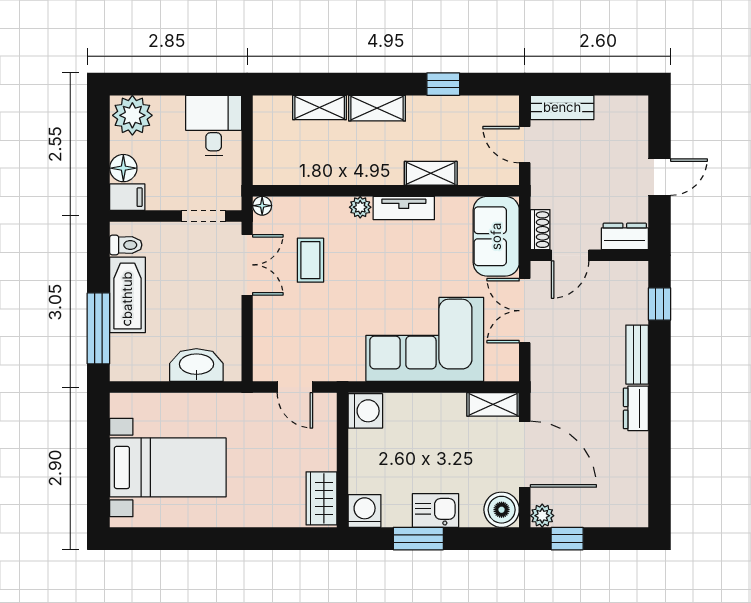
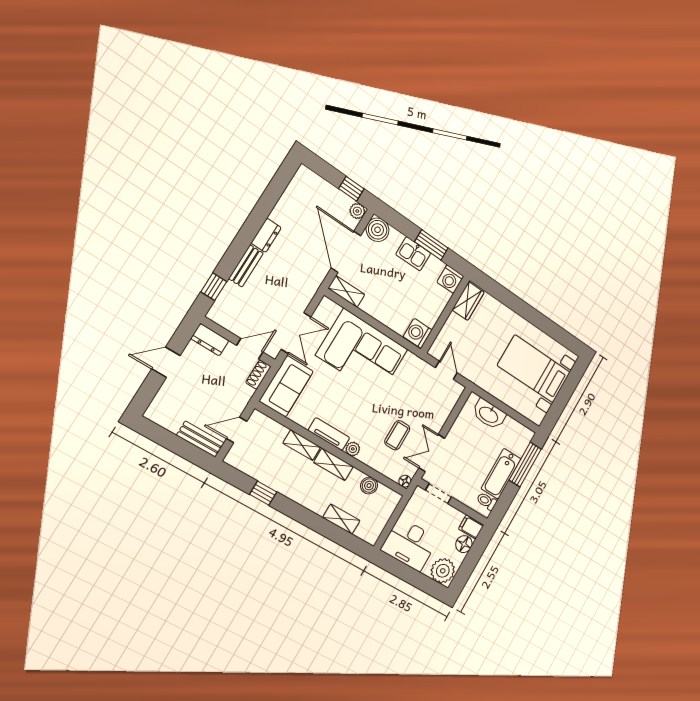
shelving: (377, 108) -> (334, 464), moved
desk: (214, 125) -> (410, 544), width x1.37
door: (525, 145) -> (237, 430), swing flipped
boiler: (309, 172) -> (369, 486), added

